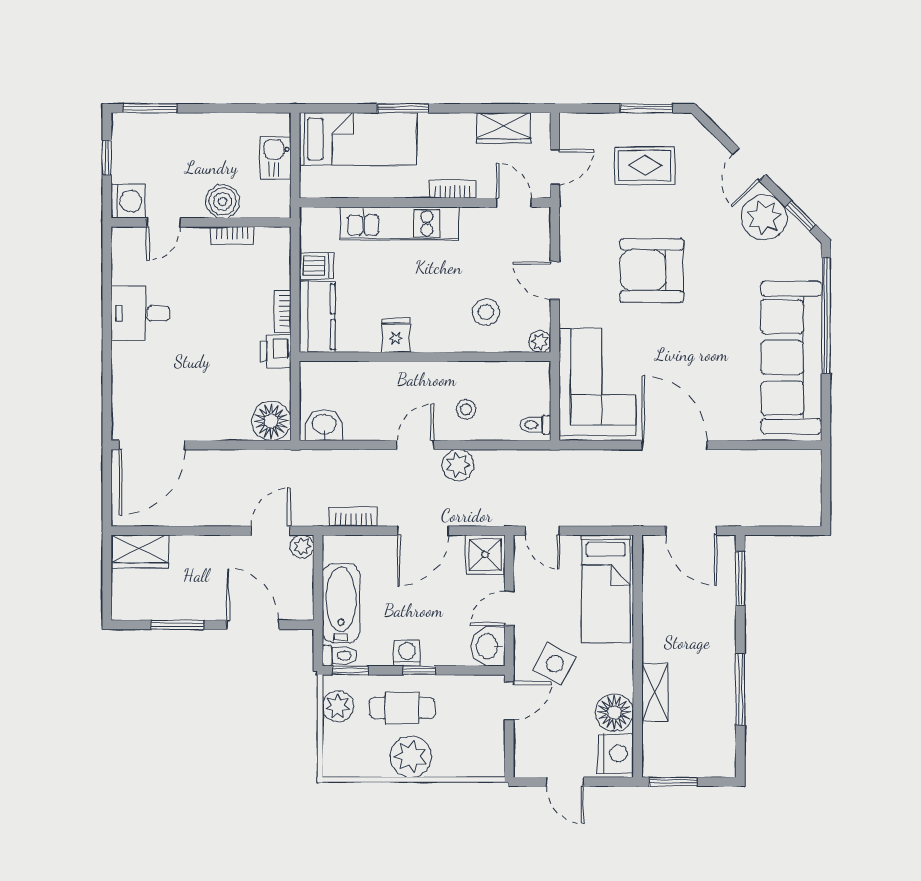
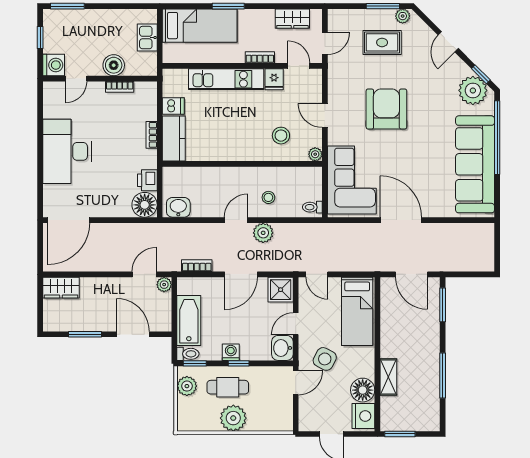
plant: (677, 124) -> (403, 16), added
plant: (764, 217) -> (473, 90), moved
armchair: (652, 270) -> (386, 109), turned 90
desk: (140, 313) -> (67, 151), width x1.87, depth x1.30
fridge: (396, 335) -> (274, 79), moved, turned 180
printer: (276, 351) -> (147, 180), moved

